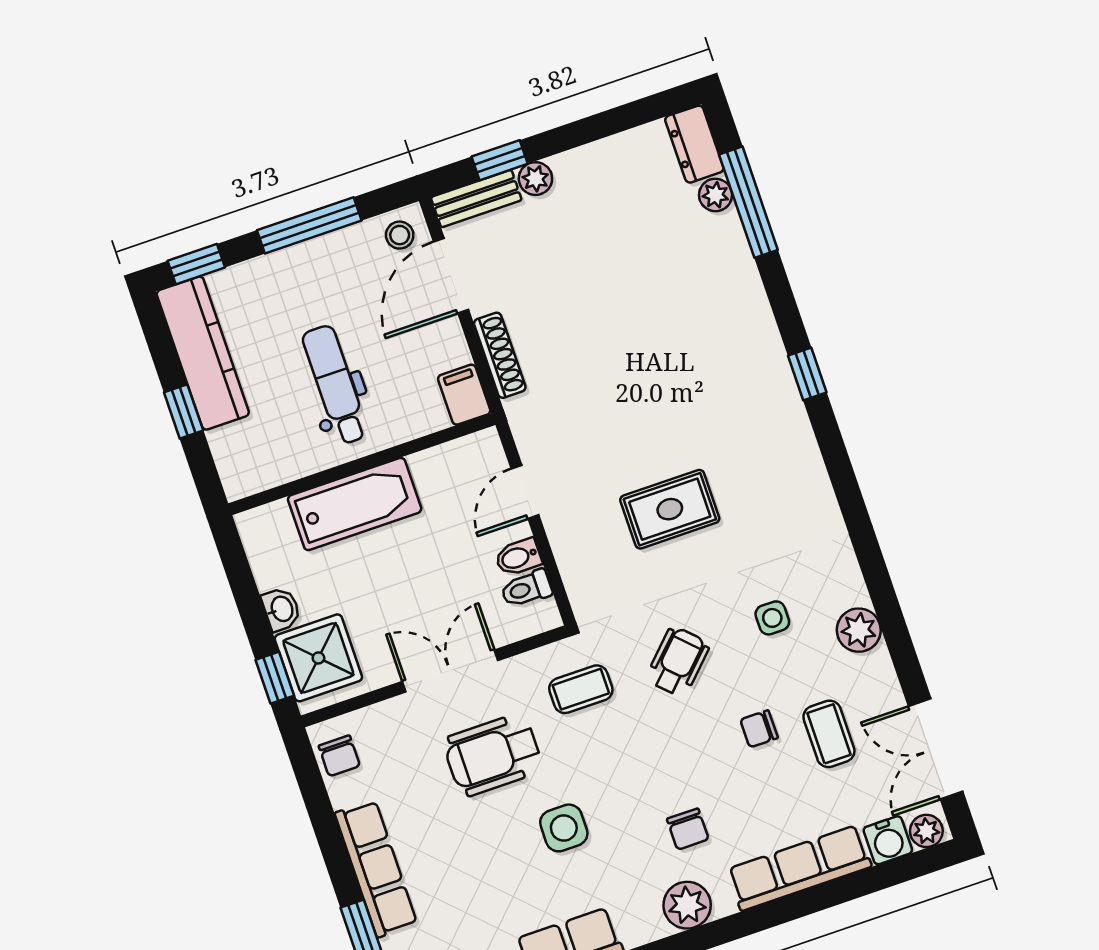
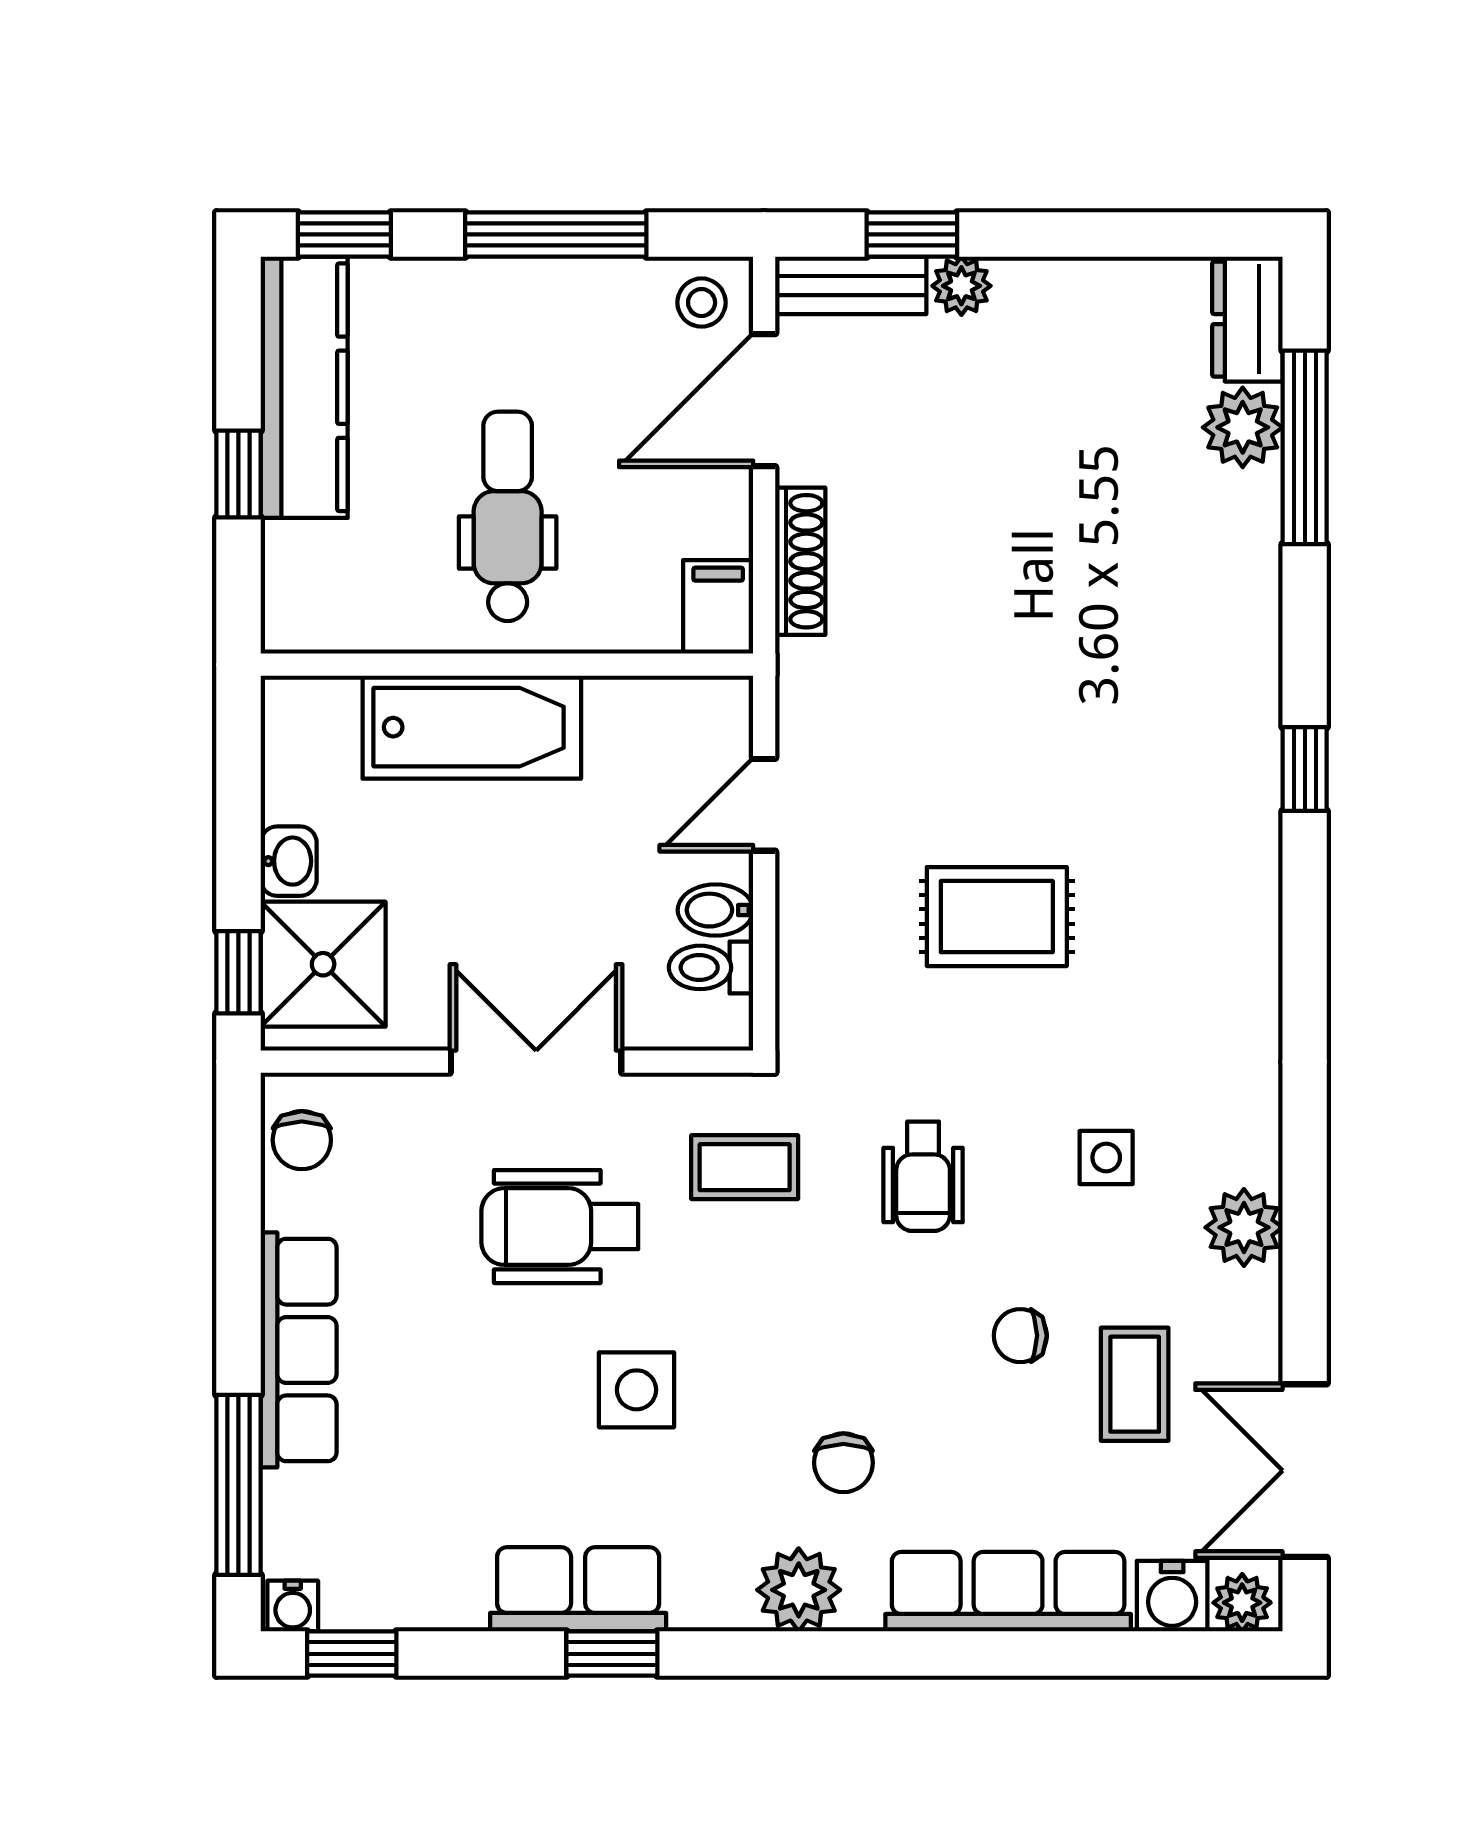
plant: (715, 195) -> (1243, 427), width x1.38, depth x1.38
wheelchair: (678, 661) -> (923, 1176), turned 135

